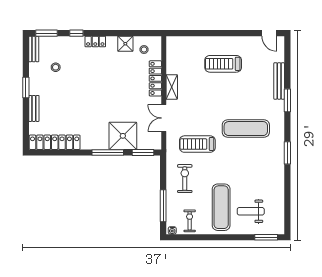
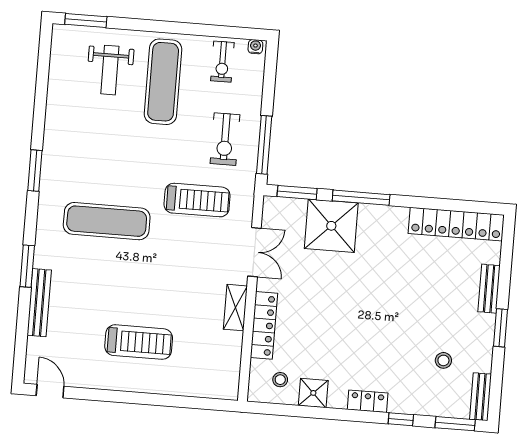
window: (163, 206) -> (264, 145), moved
weight bench: (251, 211) -> (110, 70), turned 90

